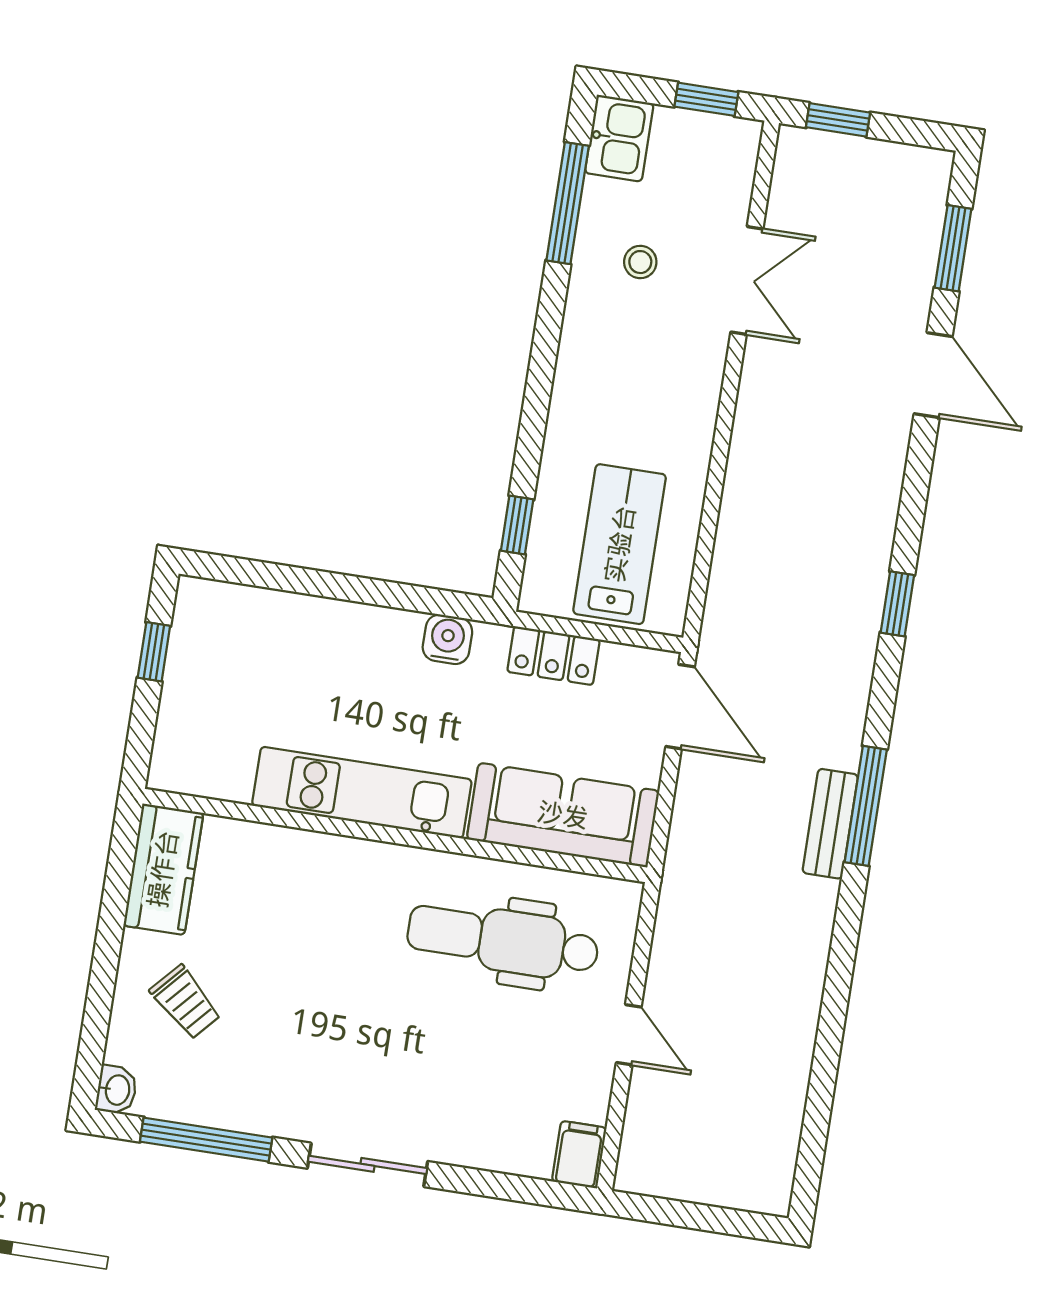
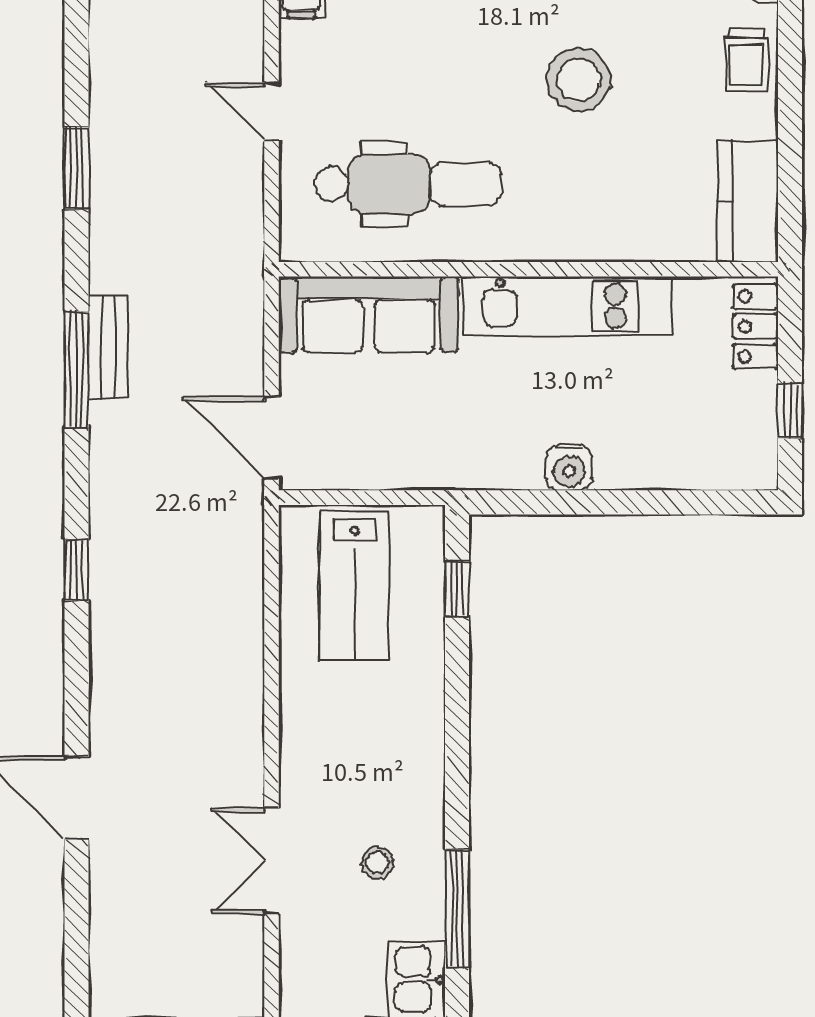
window: (953, 248) -> (76, 168), moved
water cooler: (447, 639) -> (569, 468), moved
locker: (553, 656) -> (755, 326), moved, turned -90
trolley: (186, 1002) -> (747, 60), moved, turned -132
stool: (314, 1018) -> (579, 80), added

